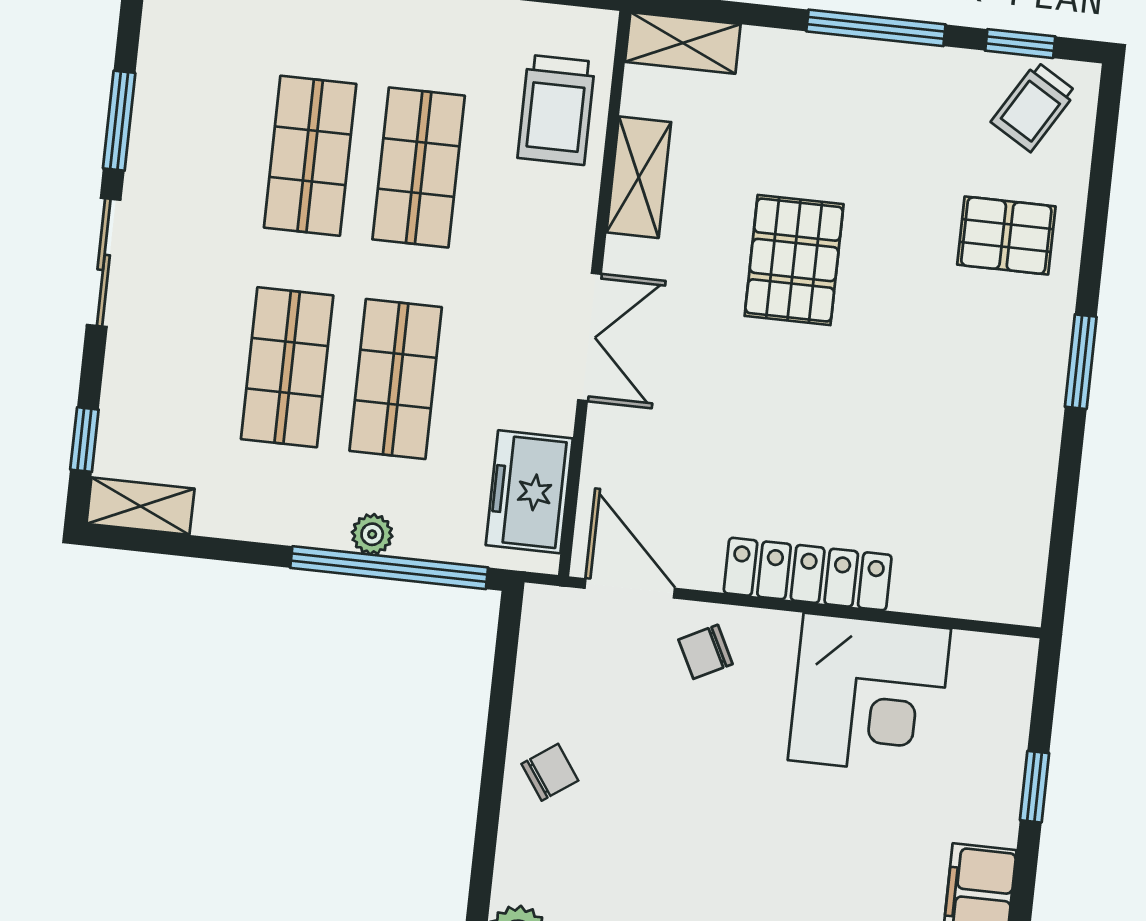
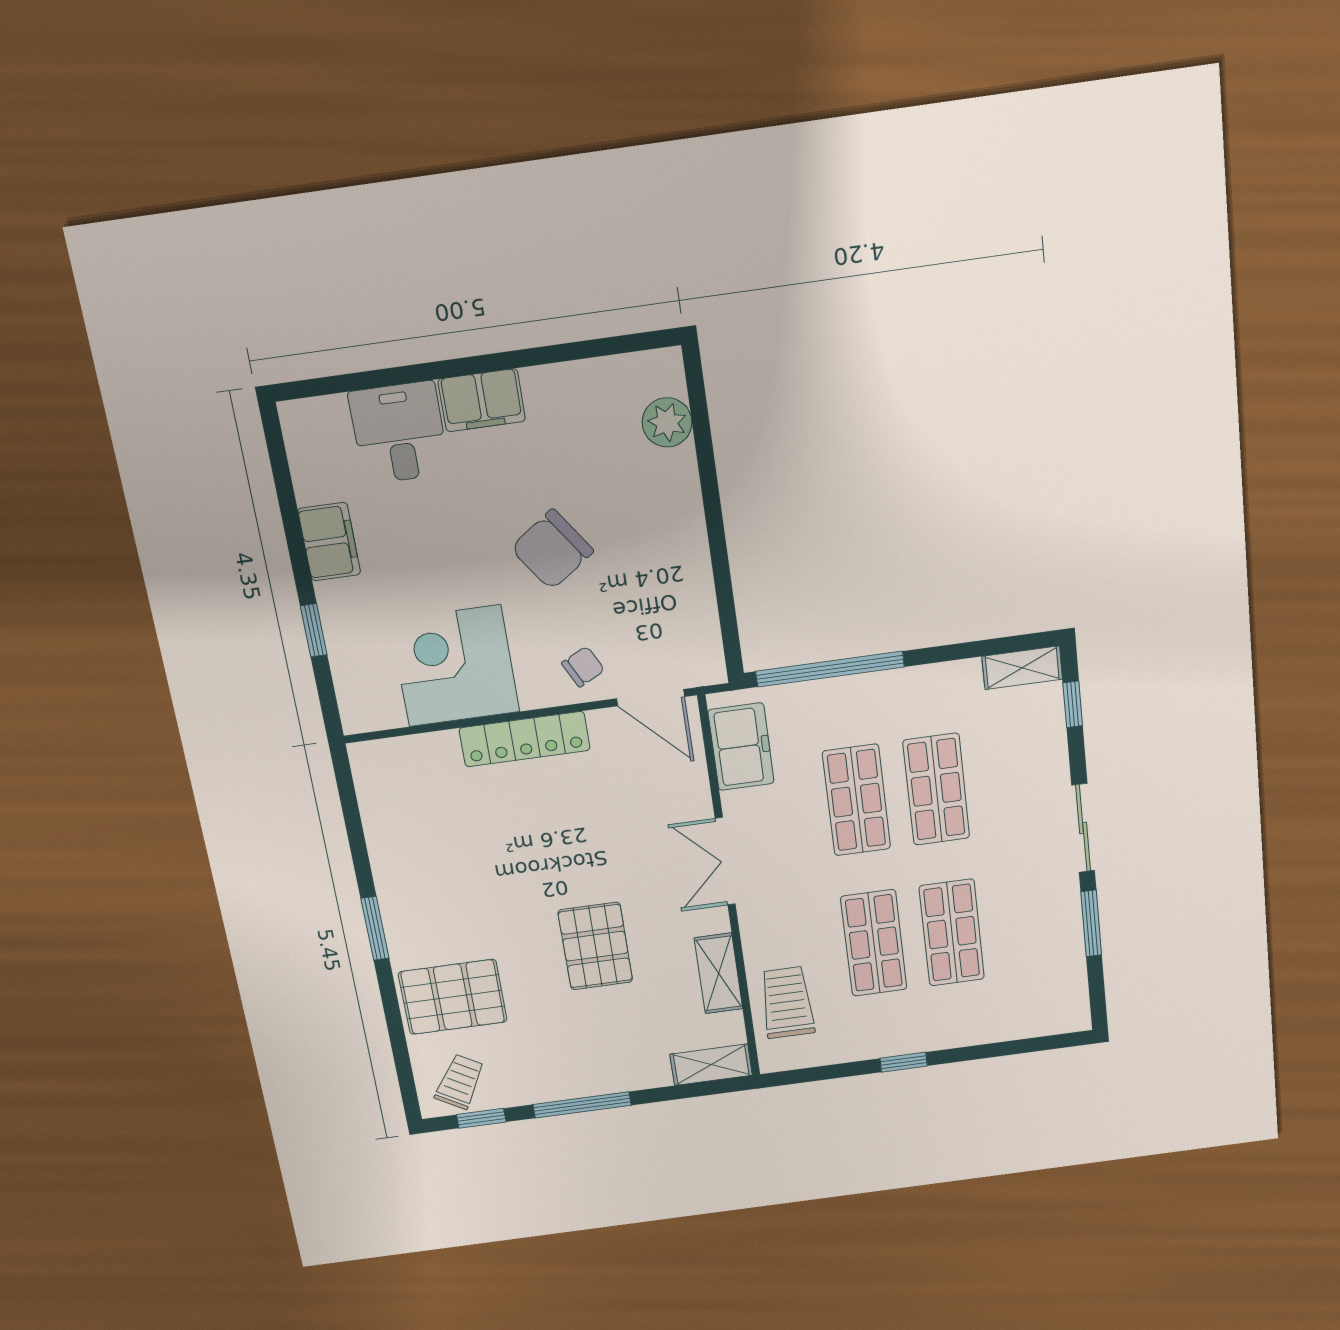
pallet: (1006, 236) -> (453, 997), width x1.50, depth x1.42
plant: (372, 534) -> (848, 689), removed
chair: (550, 772) -> (552, 550), moved, width x1.87, depth x1.87

